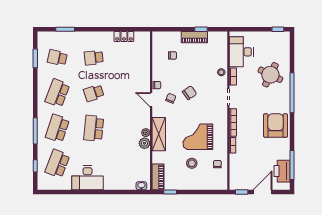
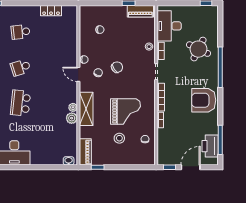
piano: (194, 37) -> (140, 11), moved
armchair: (276, 126) -> (204, 100), turned -90
grand piano: (198, 137) -> (125, 112), turned 180

